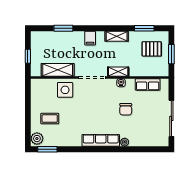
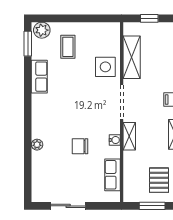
sliding door: (171, 118) -> (68, 206), width x0.73
row of seats: (101, 140) -> (39, 77), moved, width x0.68

